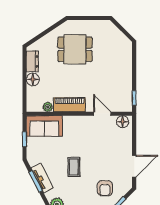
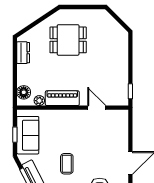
floor lamp: (33, 79) -> (24, 92), moved
floor lamp: (123, 122) -> (118, 116), removed
sofa: (44, 126) -> (28, 135), moved, turned -90

